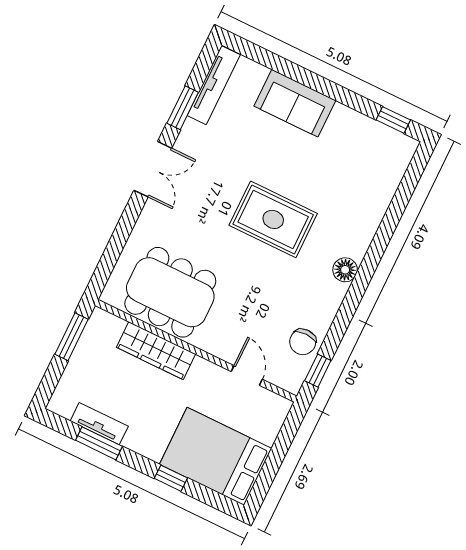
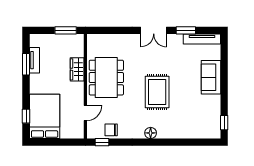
dining table: (170, 292) -> (106, 78), moved
wardrobe: (156, 351) -> (77, 69), width x0.67
window: (171, 478) -> (26, 116), moved

